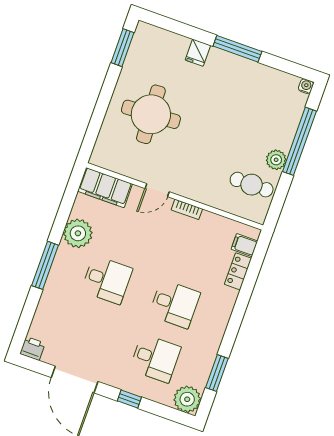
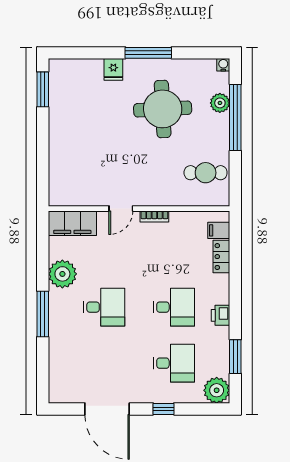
round table: (151, 114) -> (163, 109), moved
plant: (276, 160) -> (220, 103), moved
printer: (32, 348) -> (221, 315), moved, turned -90

